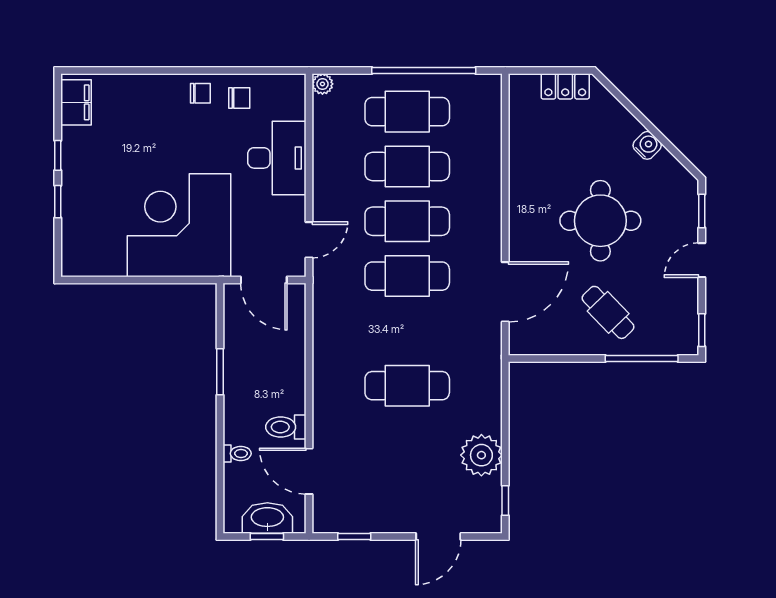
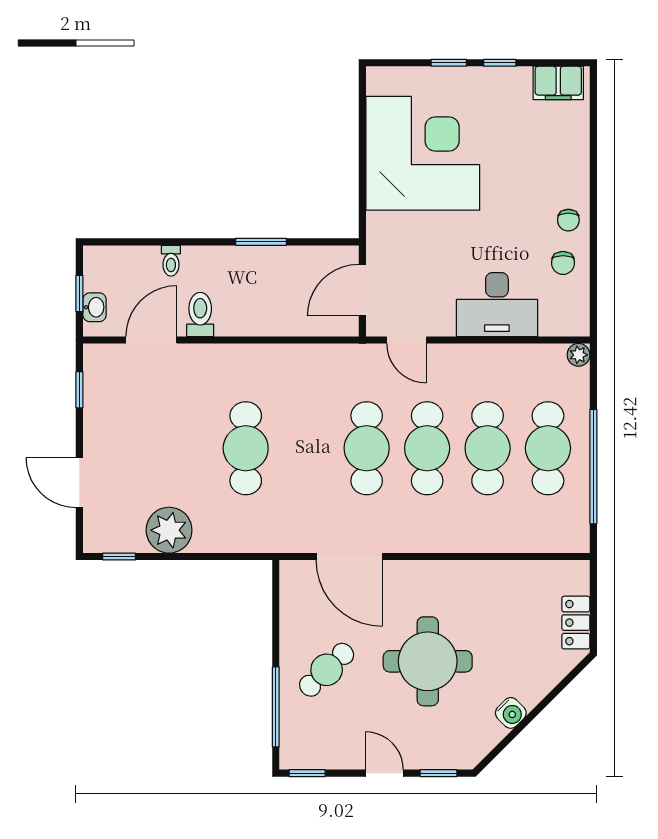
corner desk: (179, 225) -> (423, 153), moved
washbasin: (267, 518) -> (95, 307), width x0.52, depth x0.69

